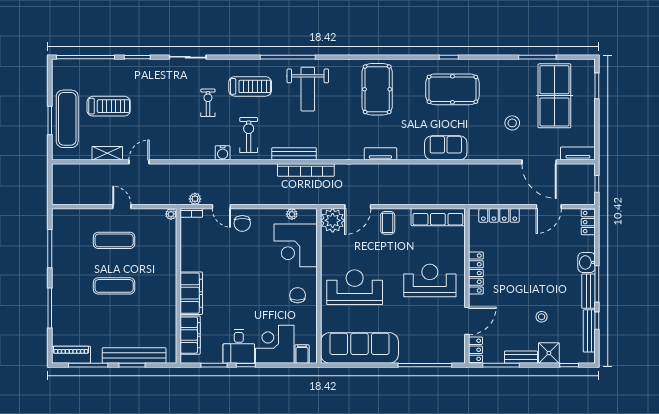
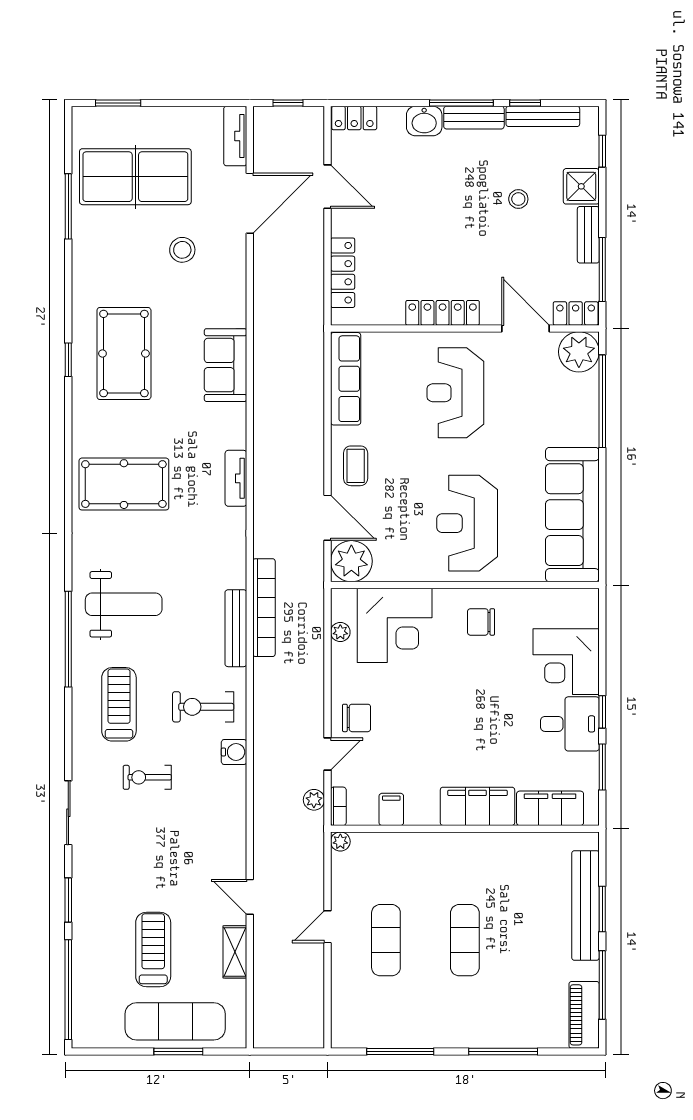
coffee table: (388, 223) -> (356, 466), turned 90
plant: (453, 352) -> (579, 352), added
filing cabinet: (302, 354) -> (391, 809), moved, turned 90

